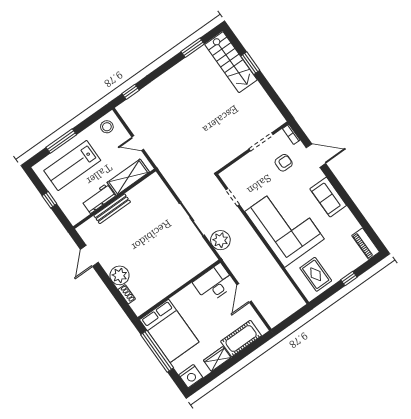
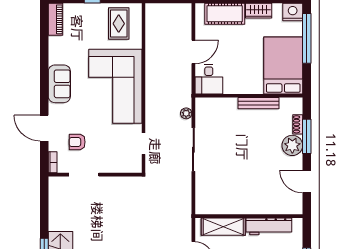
workbench: (98, 199) -> (269, 226), width x1.37
bench: (112, 209) -> (258, 103), moved
plant: (220, 240) -> (186, 113), width x0.53, depth x0.53
door: (89, 256) -> (307, 182), swing flipped
desk: (214, 283) -> (209, 79), width x0.73
window: (114, 290) -> (307, 136), added
window: (157, 351) -> (307, 38), moved

